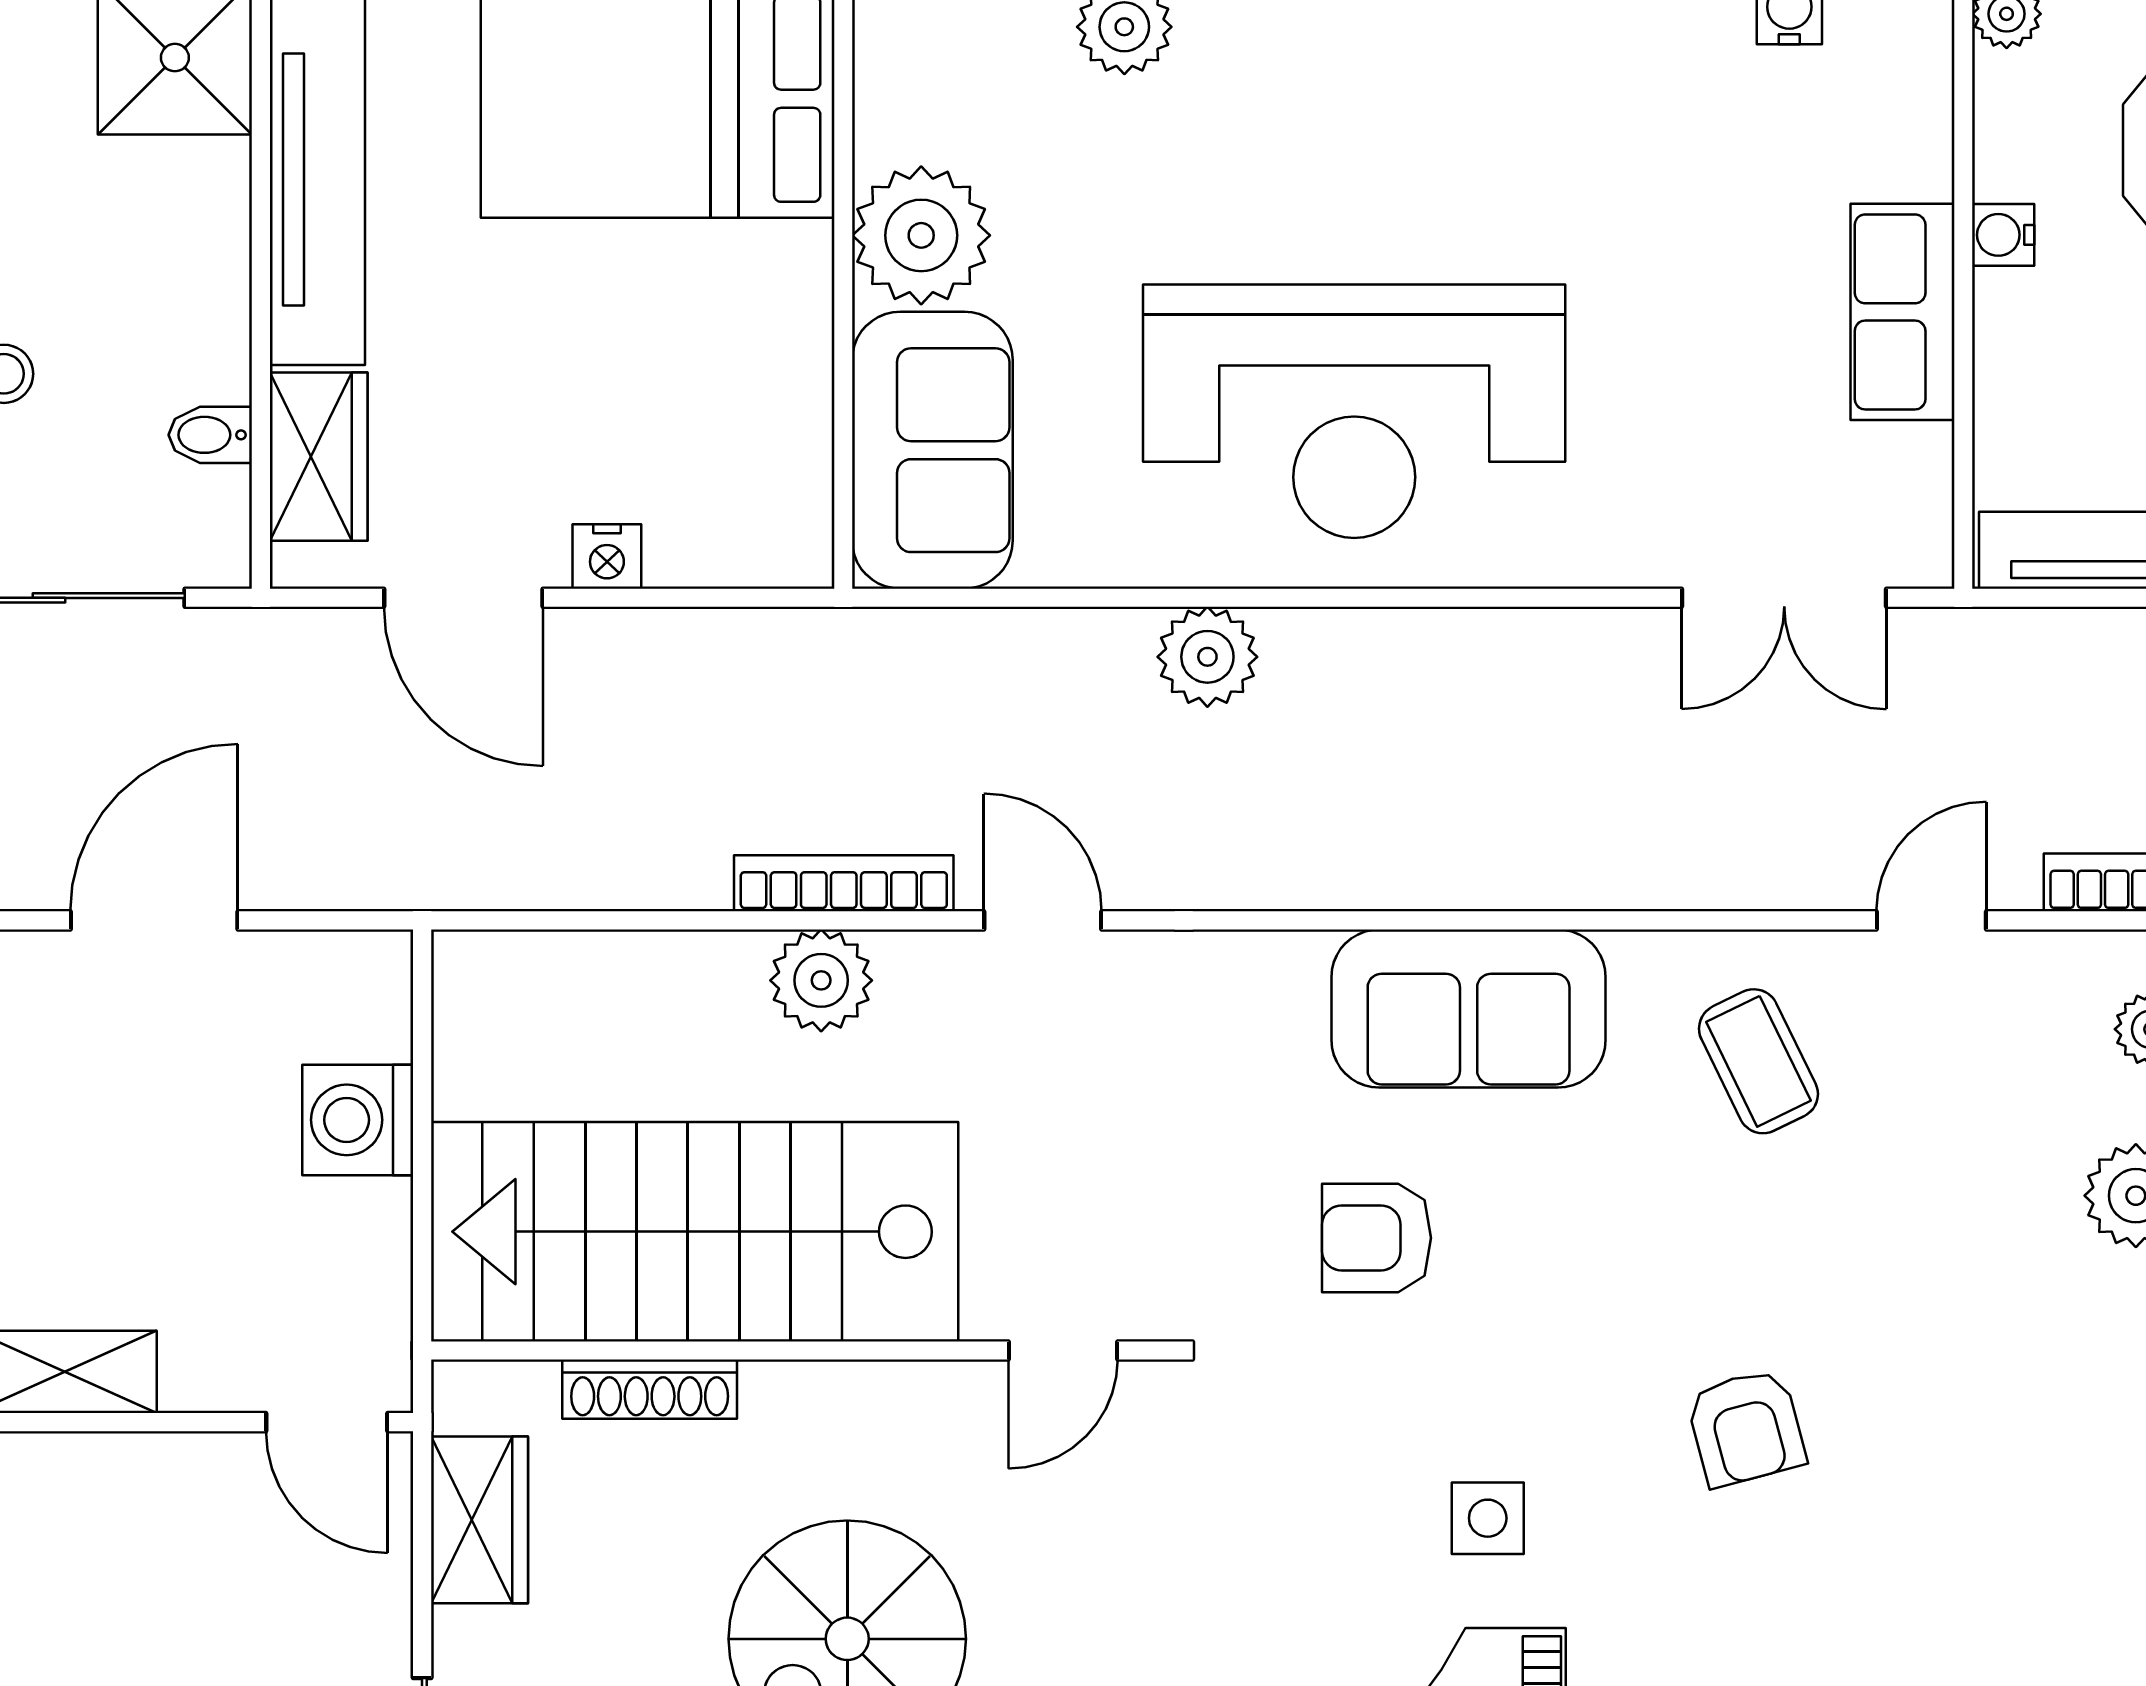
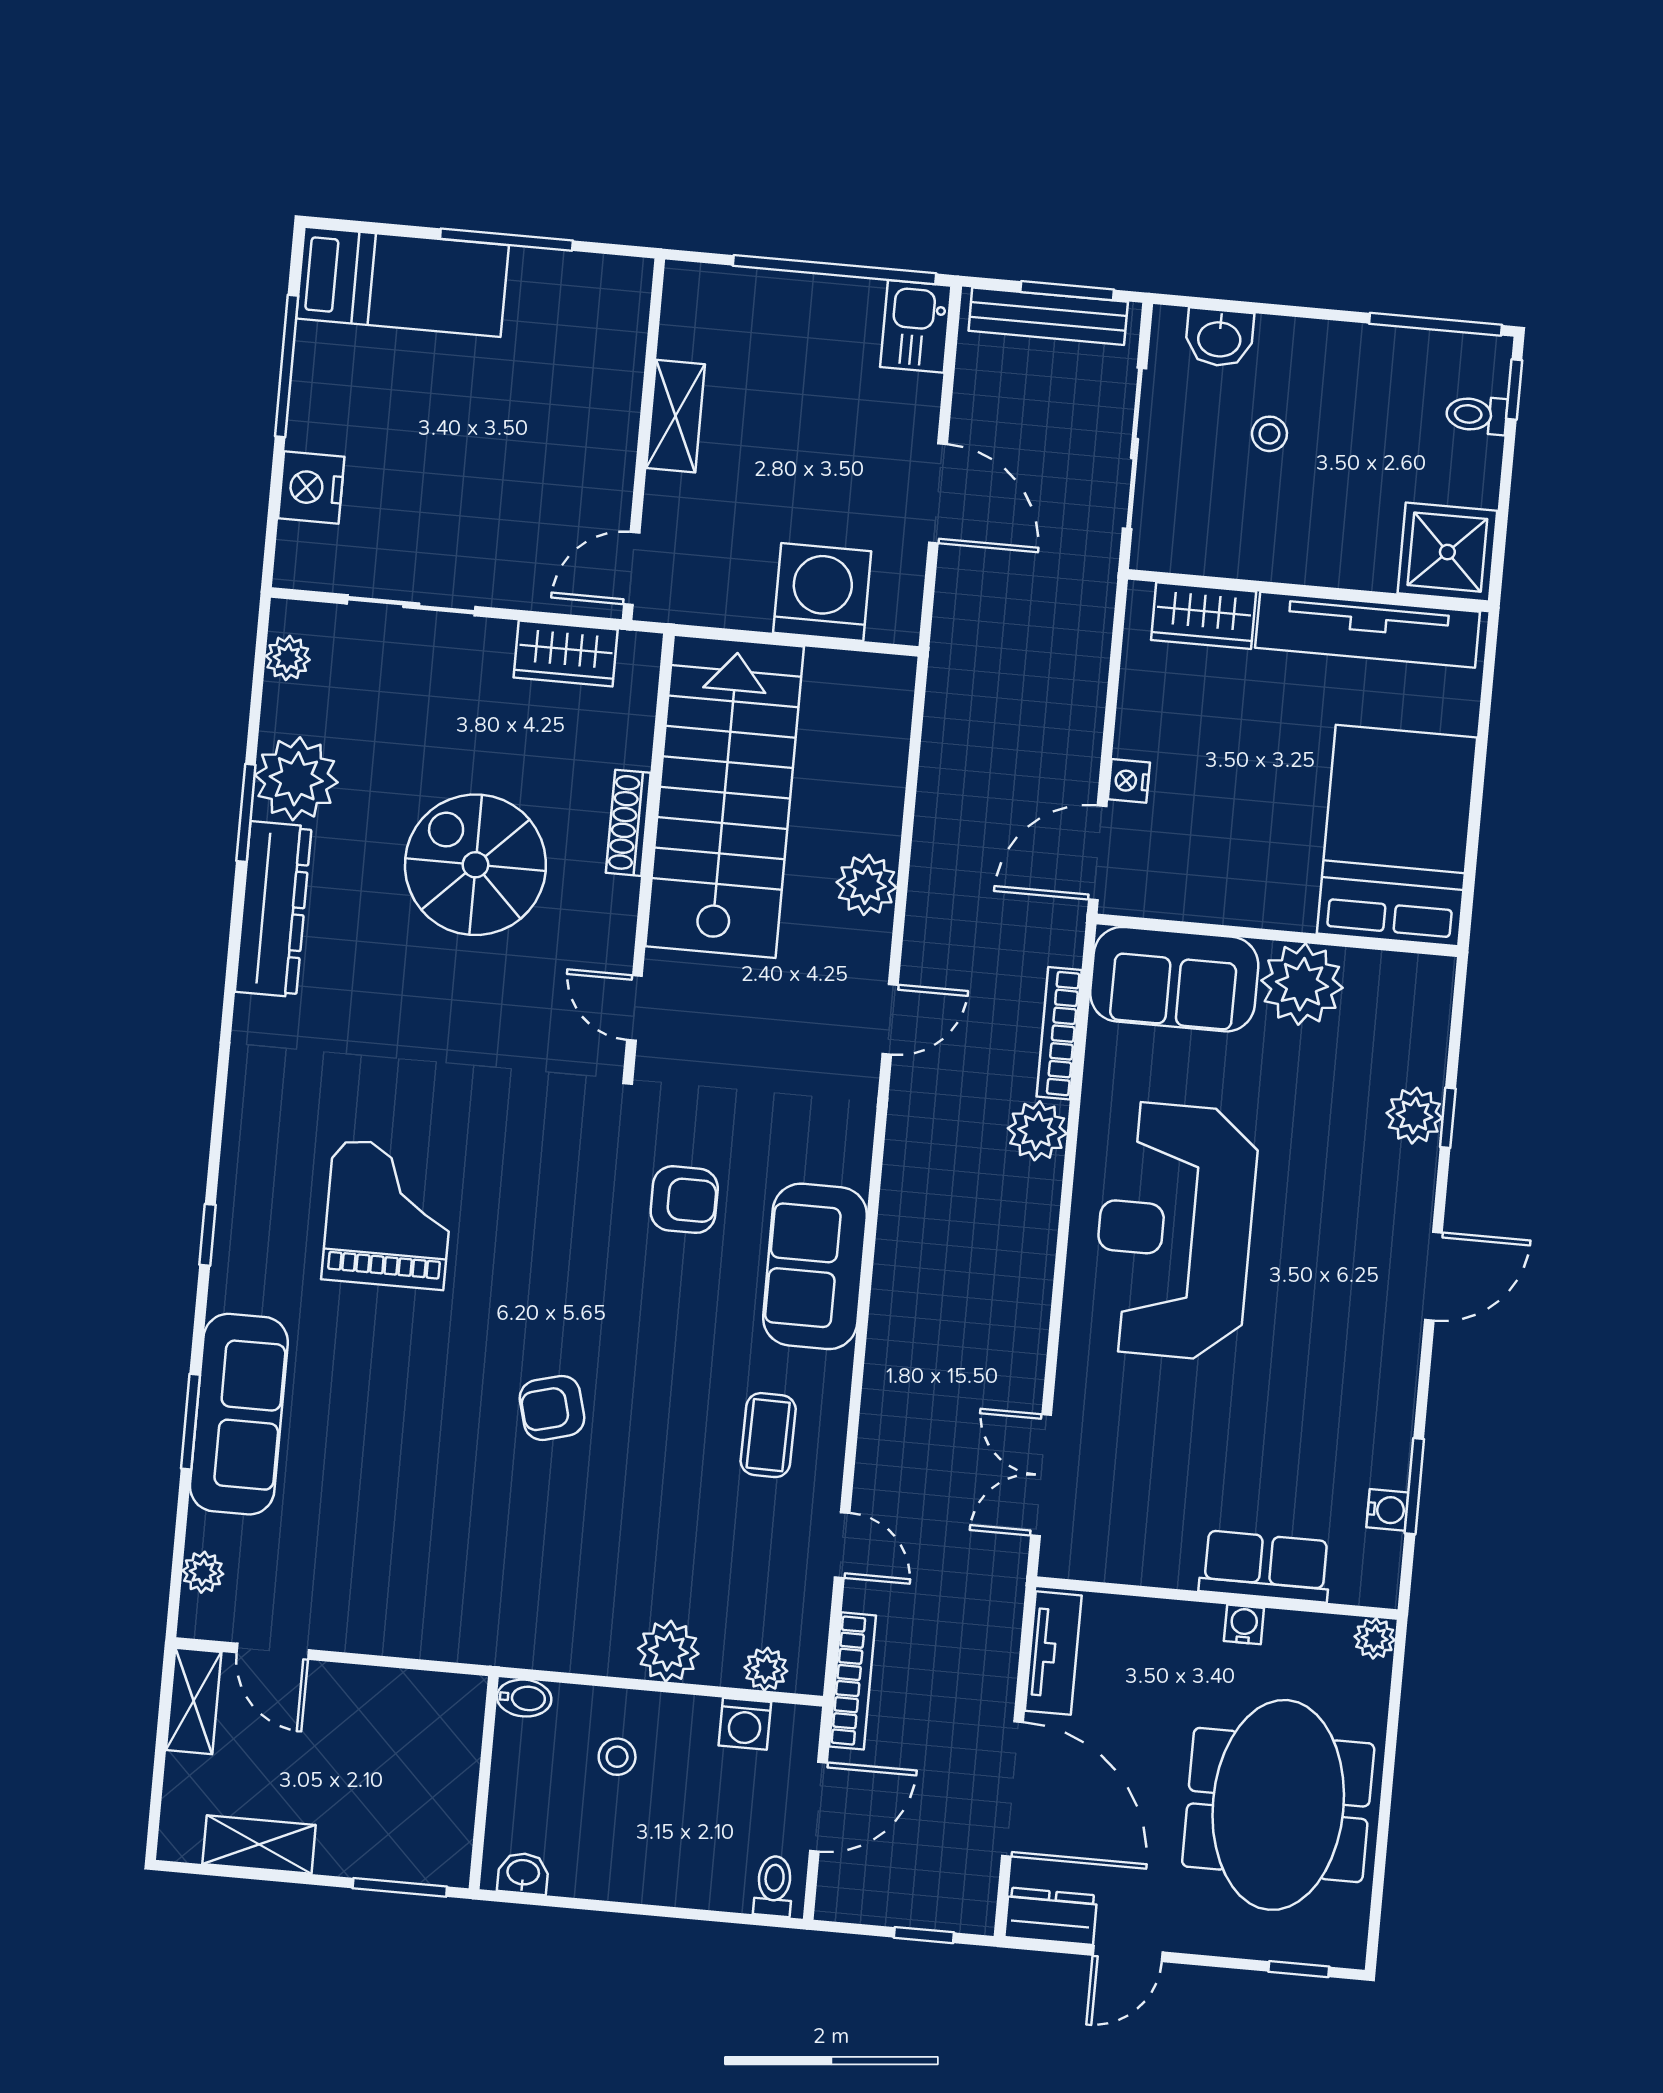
row of seats: (1903, 312) -> (1265, 1566), moved
bidet: (210, 435) -> (1222, 553), removed
door: (463, 598) -> (1098, 853), moved
bookcase: (844, 883) -> (1059, 1033), moved, turned 180
coffee table: (1758, 1061) -> (768, 1435), turned -63
washing machine: (358, 1120) -> (822, 592), width x1.37, depth x1.37
armchair: (1376, 1238) -> (684, 1200), turned 90
shoe rack: (650, 1389) -> (628, 823), moved
side table: (1488, 1518) -> (512, 1250), removed

